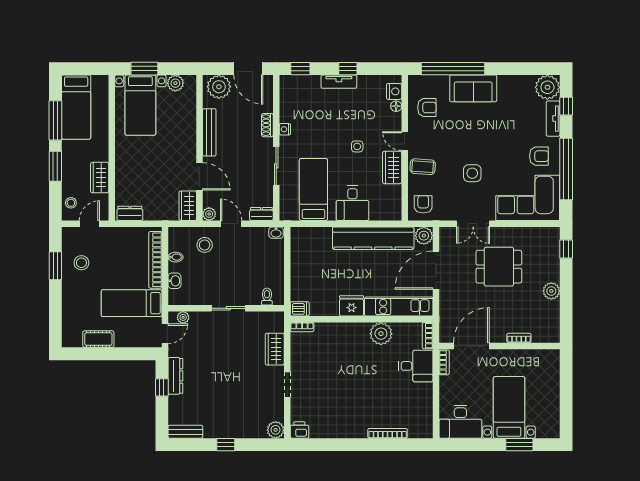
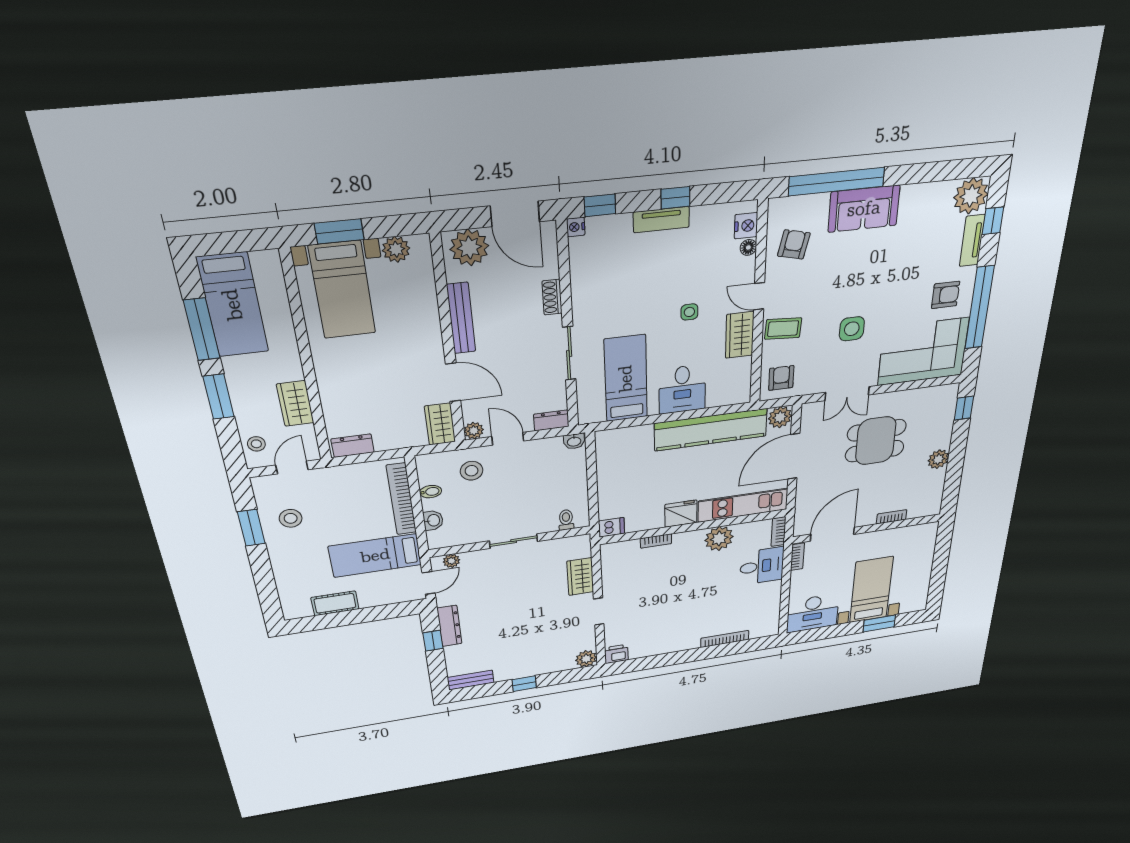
armchair: (427, 108) -> (794, 244), turned -77
nightstand: (285, 129) -> (576, 227), moved
bookcase: (302, 327) -> (656, 541), moved

